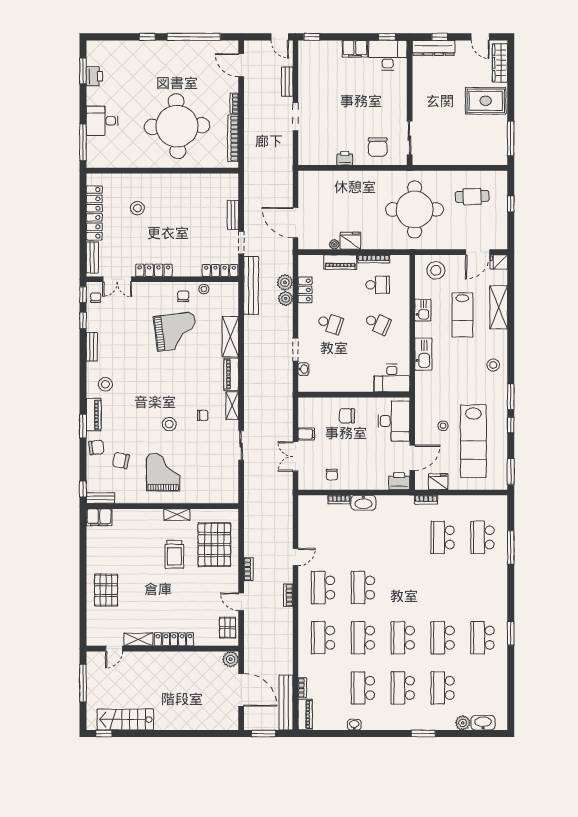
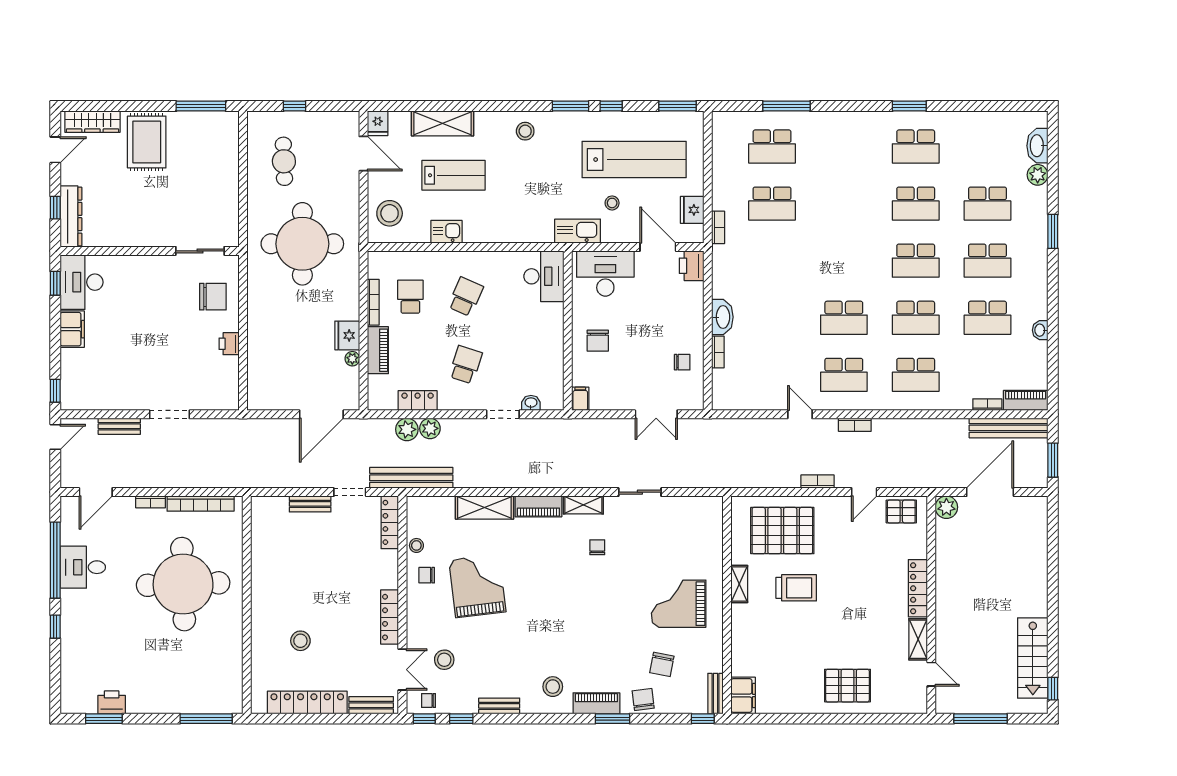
desk: (102, 121) -> (83, 567), moved, turned 90
kitchen sink: (423, 354) -> (578, 231), moved
stool: (169, 424) -> (444, 660), moved
filing cabinet: (306, 434) -> (580, 399), moved

